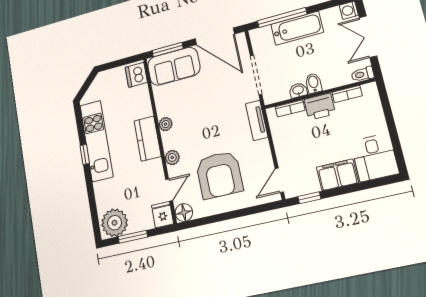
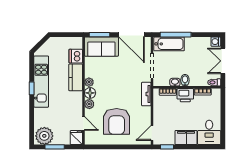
bathtub: (297, 28) -> (169, 44), moved
dishwasher: (136, 75) -> (76, 56), moved
kitchen counter: (148, 139) -> (76, 77), moved
door: (169, 190) -> (83, 124), hinge flipped
floor lamp: (184, 213) -> (90, 93), moved

